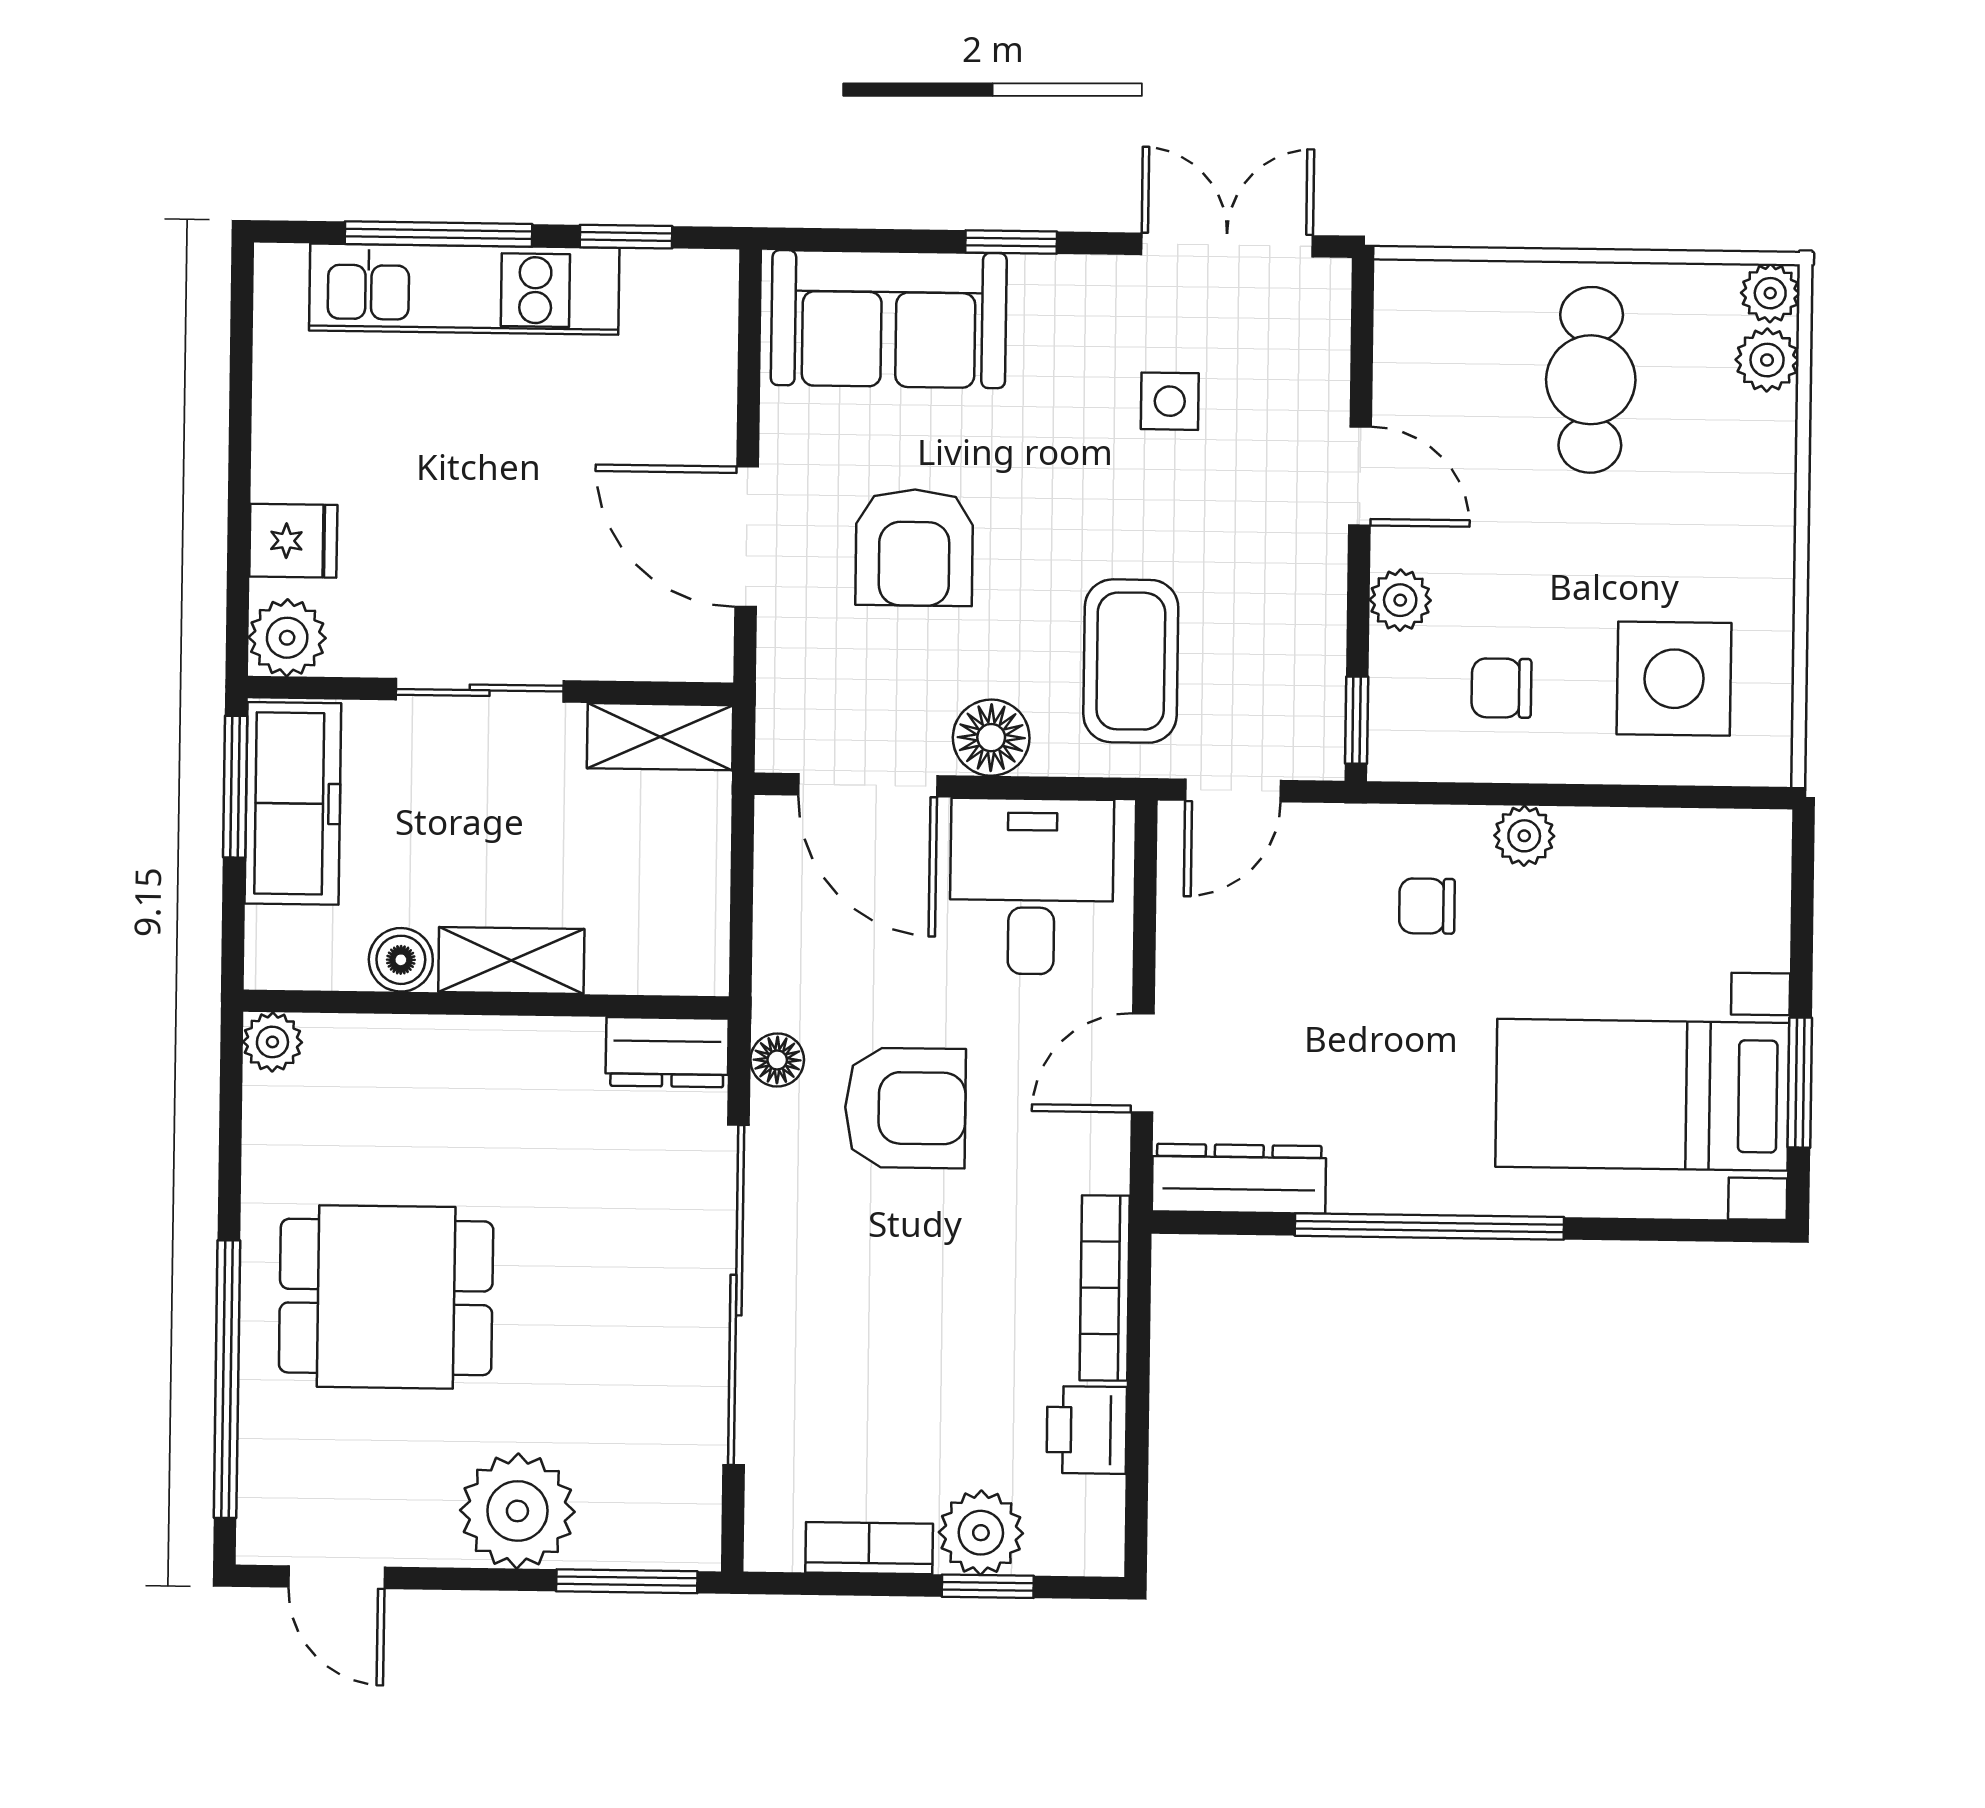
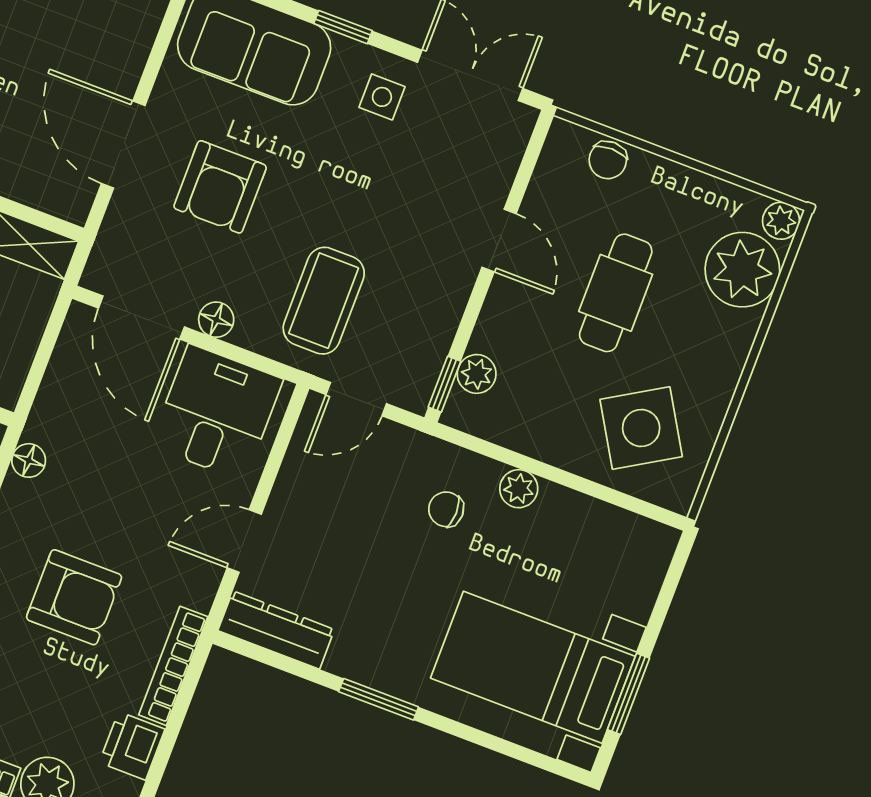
plant: (1767, 360) -> (742, 270), width x1.88, depth x1.88
cafe table: (1591, 380) -> (616, 293), moved
side table: (1170, 401) -> (382, 97), moved
plant: (1400, 600) -> (477, 374), moved
side table: (1674, 679) -> (641, 428), turned -31
chair: (1501, 688) -> (608, 160), moved, turned -90
floor lamp: (991, 738) -> (216, 320), width x0.73, depth x0.73
armchair: (905, 1108) -> (74, 597), moved
window: (1429, 1226) -> (379, 699), width x0.47

